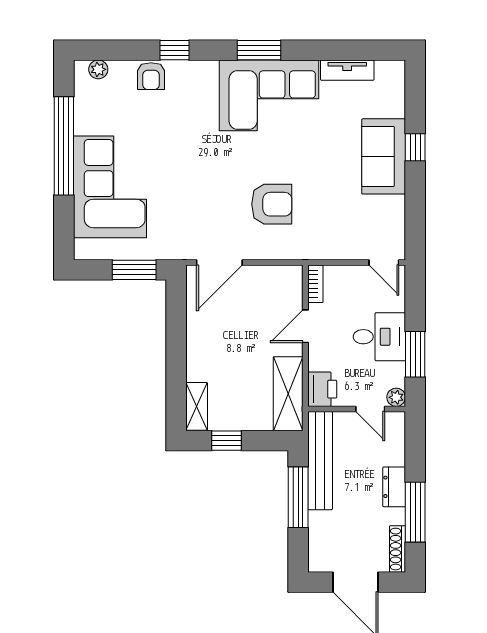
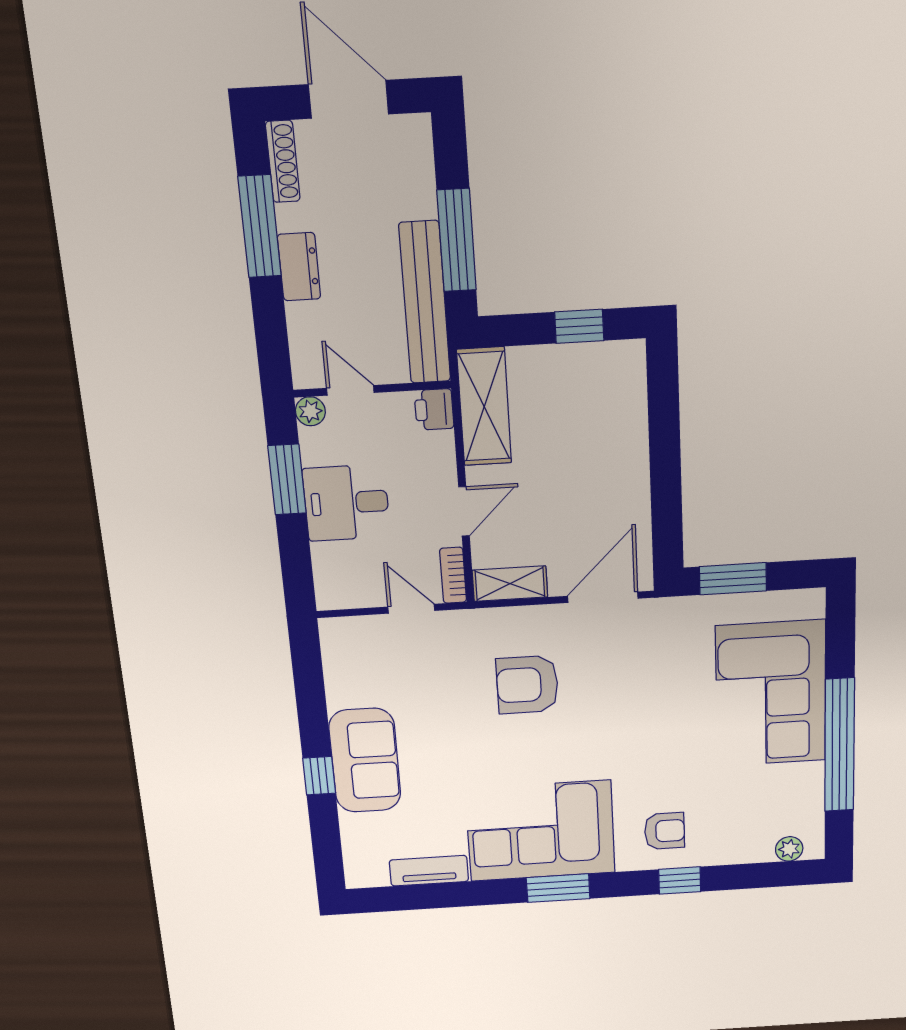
armchair: (151, 76) -> (665, 831), moved, turned 90
door: (384, 263) -> (411, 609), moved
printer: (322, 389) -> (434, 409), width x0.73, depth x0.81
shelving: (197, 406) -> (510, 584), moved, turned 90

